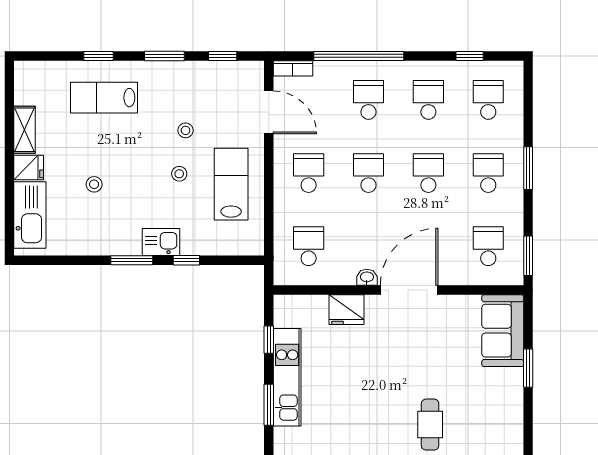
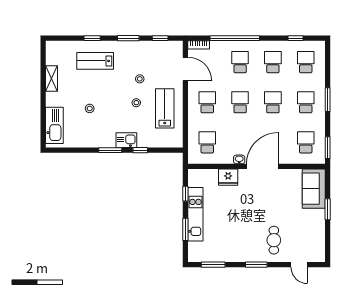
fridge: (29, 168) -> (54, 99), removed

